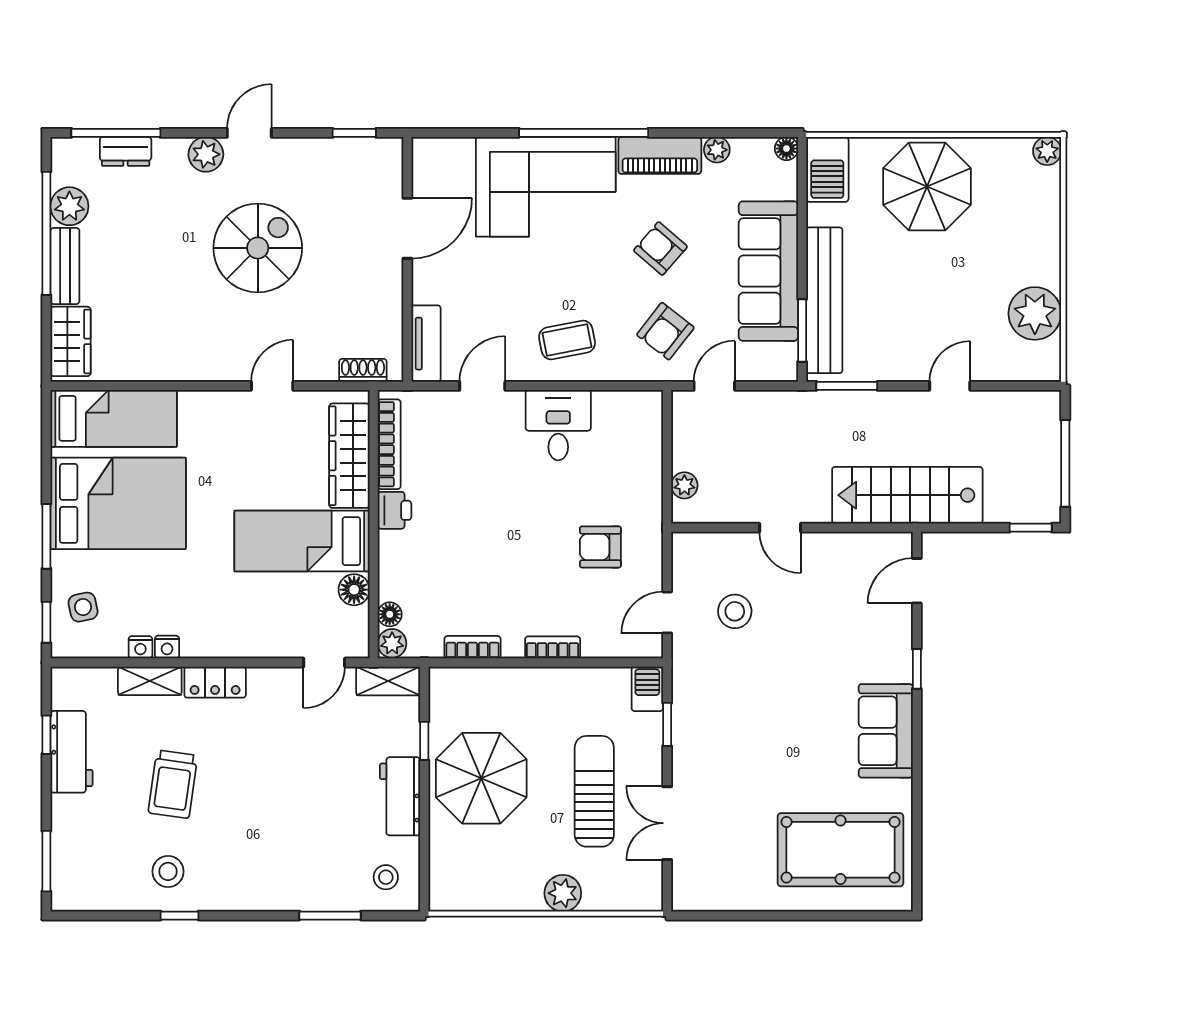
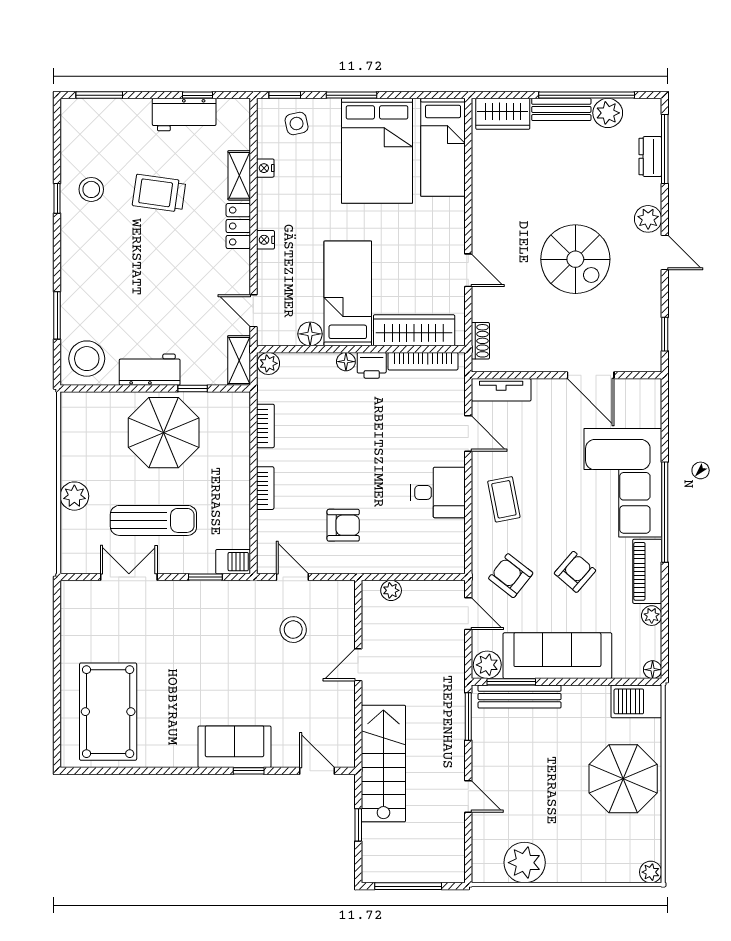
bench: (824, 300) -> (520, 697), width x0.73, depth x0.82
plant: (780, 361) -> (487, 665), added
window: (1031, 528) -> (358, 825), moved
armchair: (600, 547) -> (343, 525), turned 90
floor lamp: (390, 614) -> (346, 362), moved
nightstand: (167, 647) -> (265, 240), moved
sofa: (886, 731) -> (235, 747), moved
stool: (386, 877) -> (87, 359), width x1.89, depth x1.89

